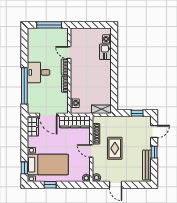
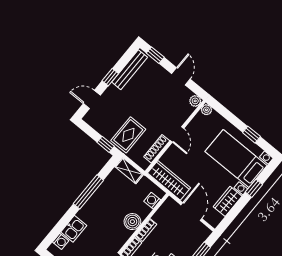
window: (114, 79) -> (88, 192), added
boiler: (76, 83) -> (132, 222), added
window: (137, 113) -> (106, 144), moved
wardrobe: (33, 127) -> (228, 201), moved
rug: (115, 148) -> (128, 135), moved
window: (24, 168) -> (254, 188), moved
window: (139, 185) -> (155, 55), added

